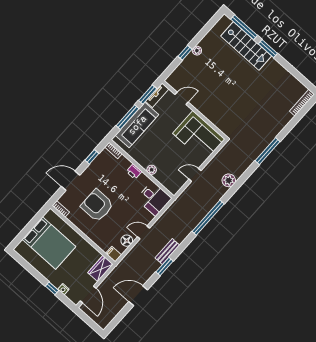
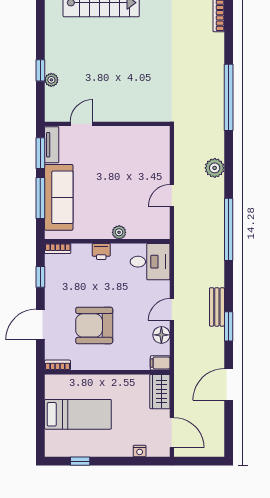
plant: (197, 51) -> (51, 80), moved
corner sofa: (199, 136) -> (138, 149), removed
window: (268, 151) -> (229, 97), width x1.46
bed: (49, 243) -> (78, 414), width x0.67
window: (52, 288) -> (80, 461), moved

